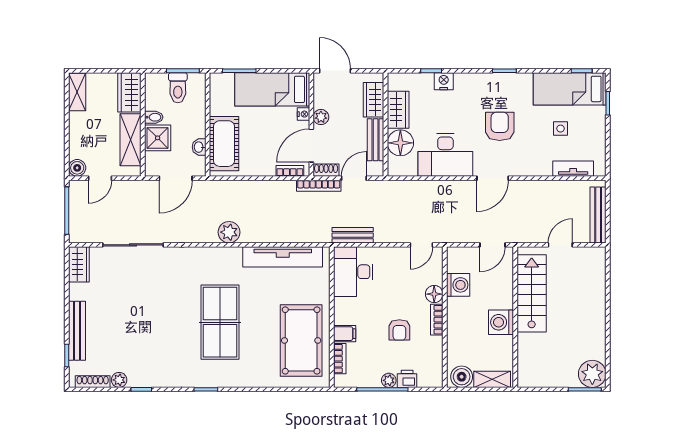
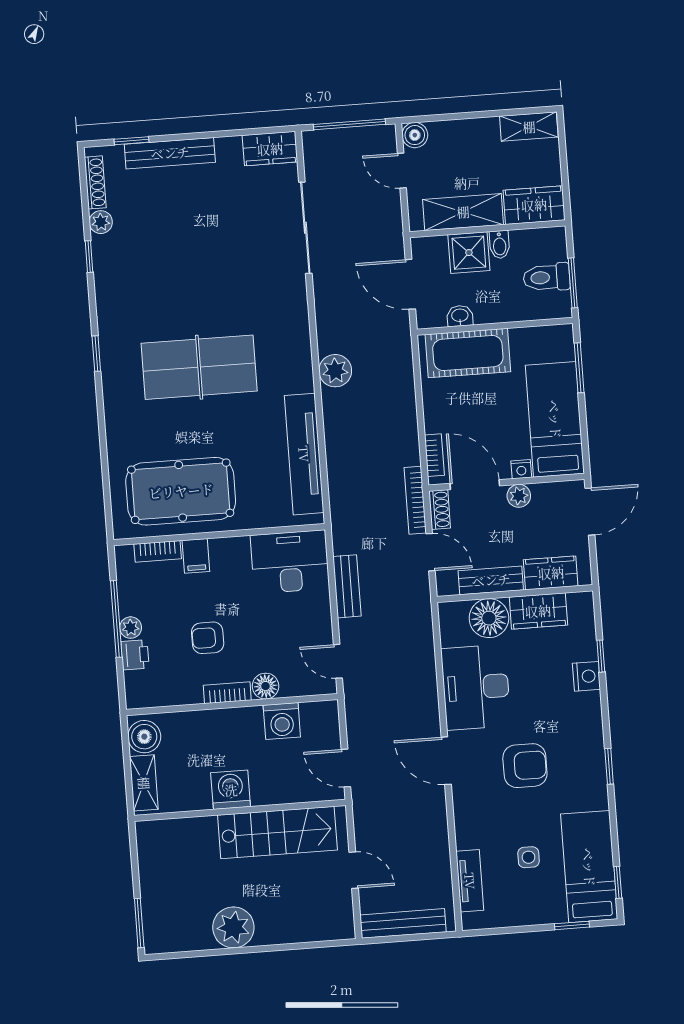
bench: (353, 235) -> (347, 586), moved
plant: (592, 374) -> (233, 927), moved

